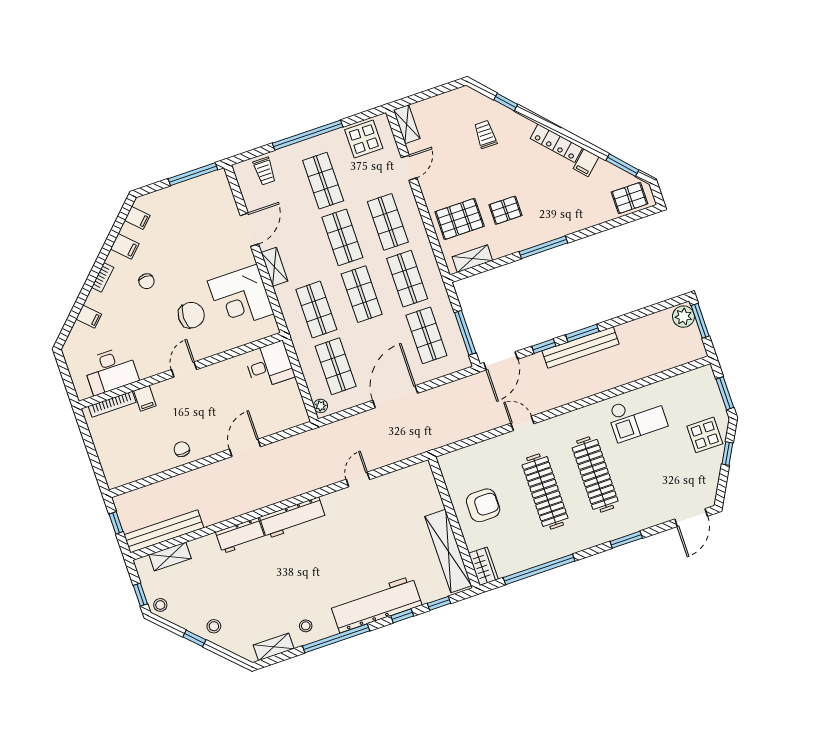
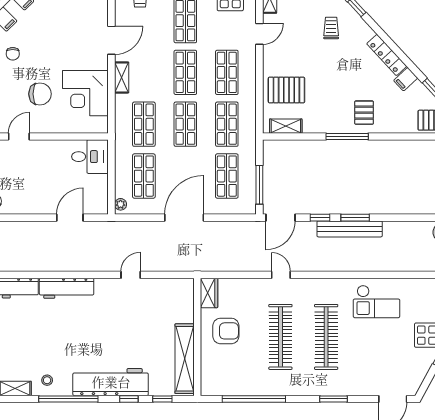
pallet: (506, 210) -> (364, 113), moved, turned 90
door: (245, 448) -> (70, 218), moved
wardrobe: (483, 566) -> (209, 293), moved

